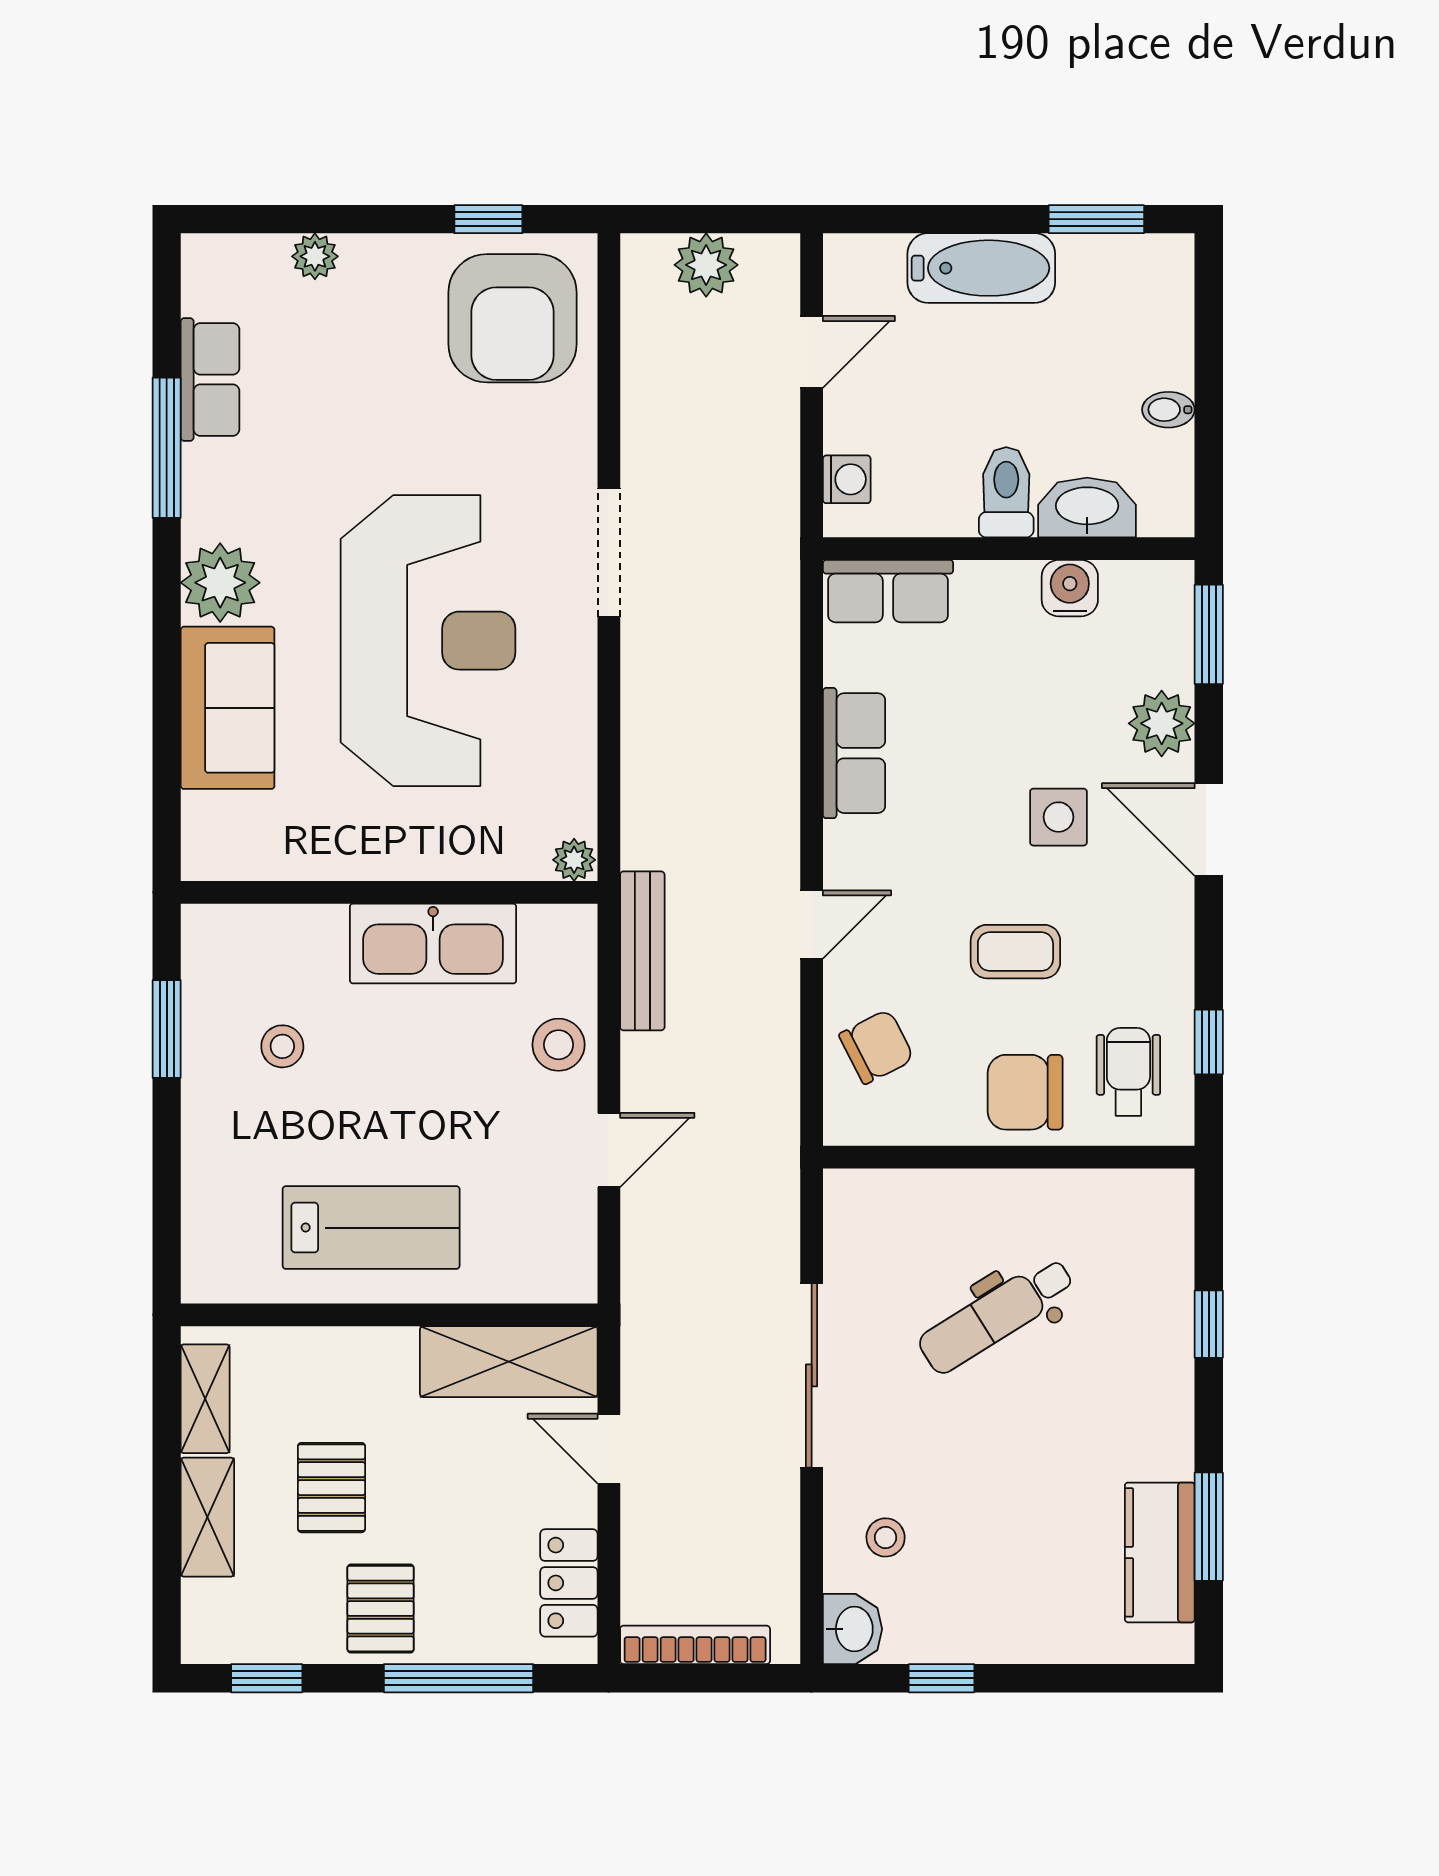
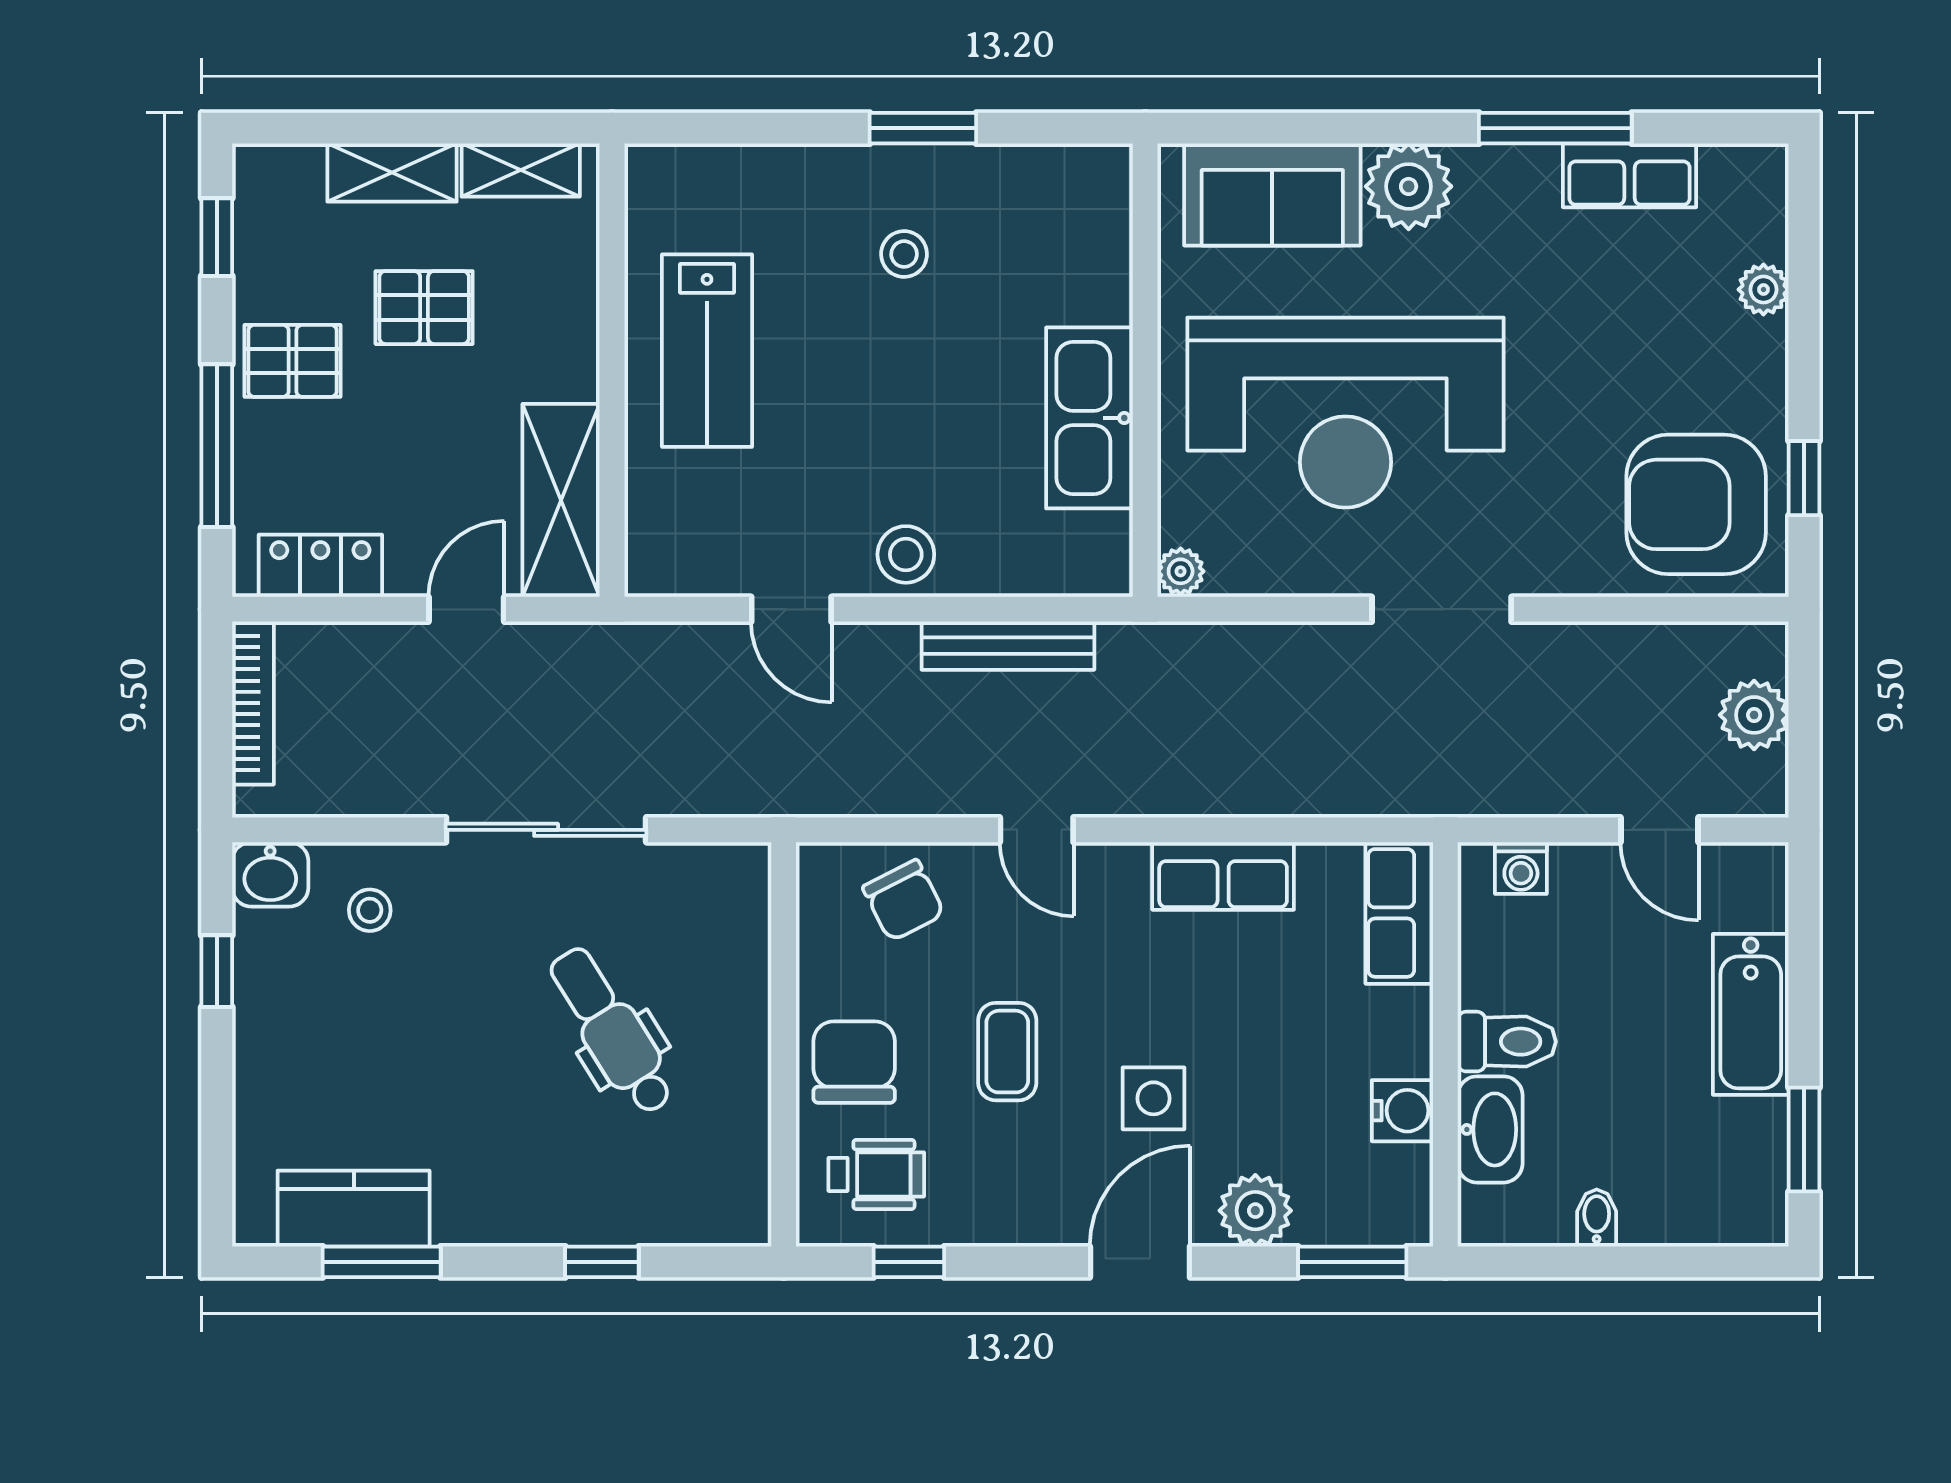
plant: (574, 860) -> (1181, 571), moved
wall: (389, 892) -> (1145, 370), moved
kitchen sink: (433, 944) -> (1089, 418), moved

